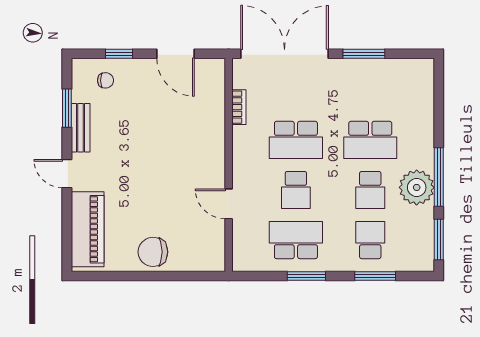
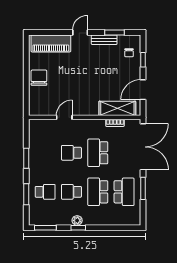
shelving: (211, 103) -> (117, 108), added
window: (439, 177) -> (78, 228), width x0.46
plant: (417, 187) -> (77, 220), width x0.53, depth x0.53
school desk: (296, 240) -> (124, 192), moved

